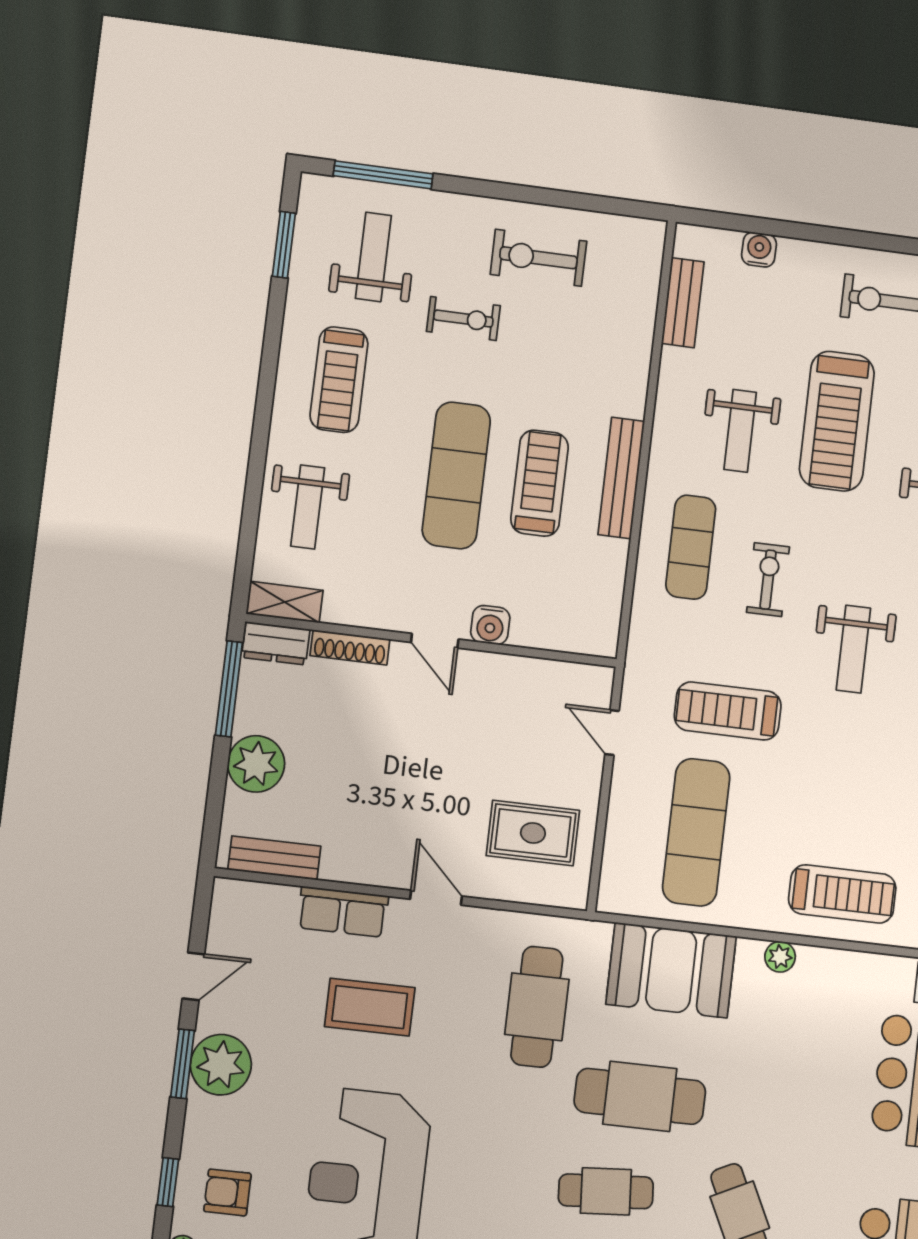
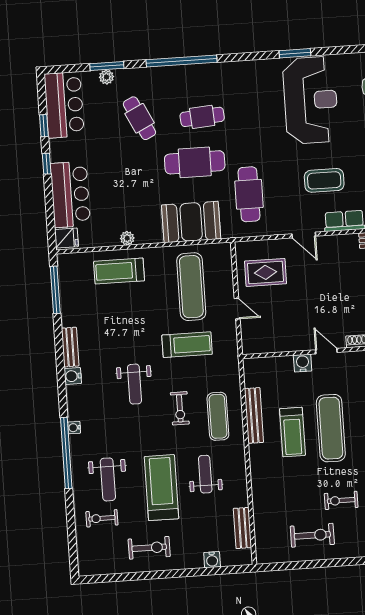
bench: (621, 478) -> (254, 415), moved
weight bench: (853, 649) -> (135, 384), turned 180
door: (612, 733) -> (237, 309), moved
plant: (780, 957) -> (127, 238), moved

